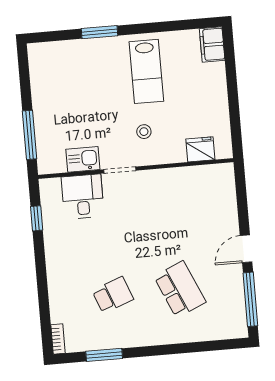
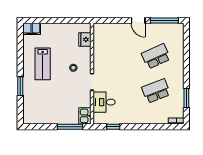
lab bench: (146, 71) -> (43, 64), turned 90
kitchen sink: (83, 159) -> (85, 116), moved
school desk: (113, 295) -> (156, 91), width x1.85

